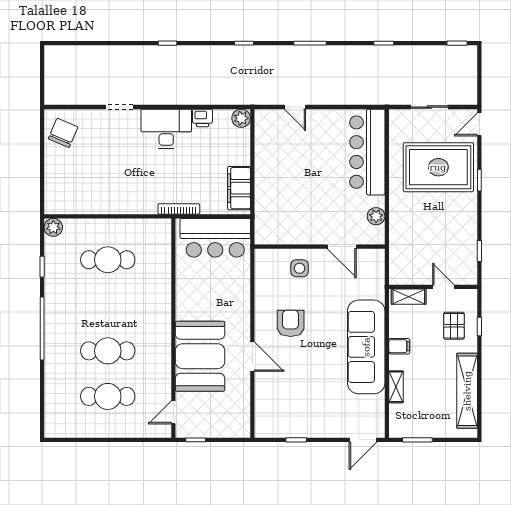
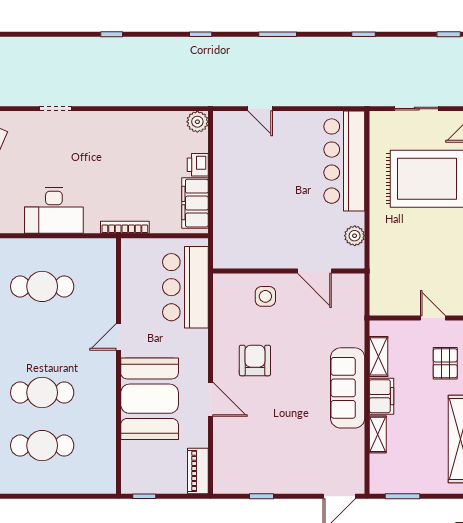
printer: (203, 118) -> (198, 165), moved, turned 90
desk: (166, 129) -> (54, 210), moved, turned 180
bar counter: (215, 238) -> (185, 287), moved, turned 90
shelving: (409, 297) -> (378, 356), moved, turned 90
filing cabinet: (399, 346) -> (381, 396), width x2.00
sofa: (366, 347) -> (348, 388), width x0.74, depth x0.79
door: (173, 412) -> (119, 337), moved
piano: (242, 418) -> (198, 471), added

